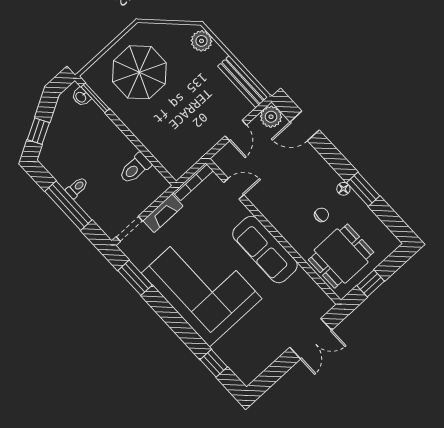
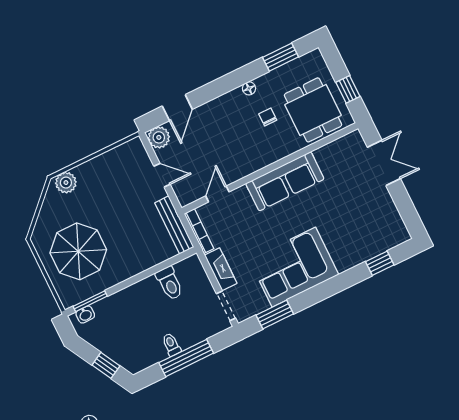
bench: (243, 82) -> (174, 225), moved, turned 90
window: (363, 189) -> (281, 57), moved
corner sofa: (202, 286) -> (294, 267), width x0.73, depth x0.74

